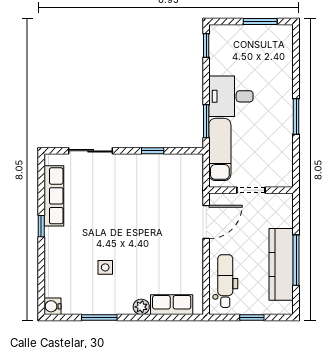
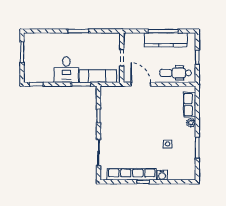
row of seats: (54, 196) -> (132, 174), width x1.36
water cooler: (52, 306) -> (162, 175), moved

